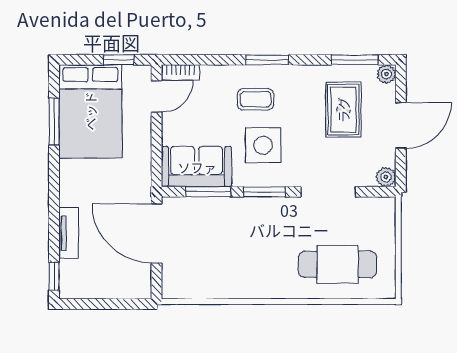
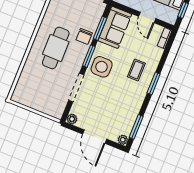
door: (157, 96) -> (147, 17), moved
rug: (343, 110) -> (114, 111), removed
side table: (263, 145) -> (102, 67), moved
chair: (233, 214) -> (84, 36), added
cafe table: (338, 264) -> (56, 48), moved

